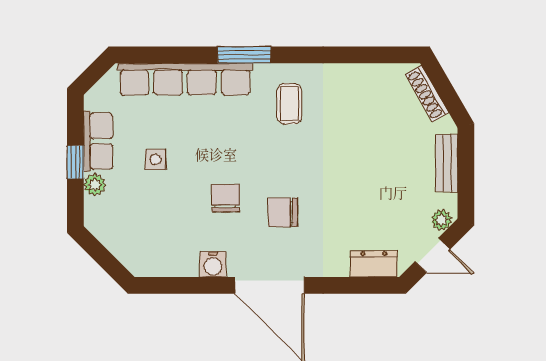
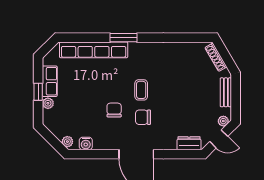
coffee table: (289, 104) -> (141, 90), moved
side table: (155, 160) -> (79, 91), removed
plant: (133, 261) -> (67, 142), added
water cooler: (213, 264) -> (86, 143), moved

